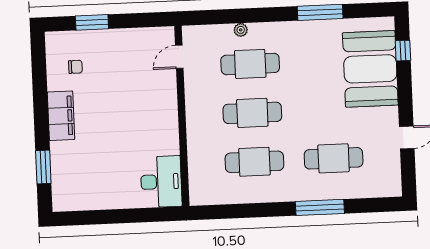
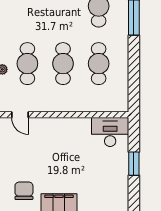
chair: (75, 67) -> (24, 191), width x1.87, depth x1.87
window: (119, 216) -> (134, 164), added

